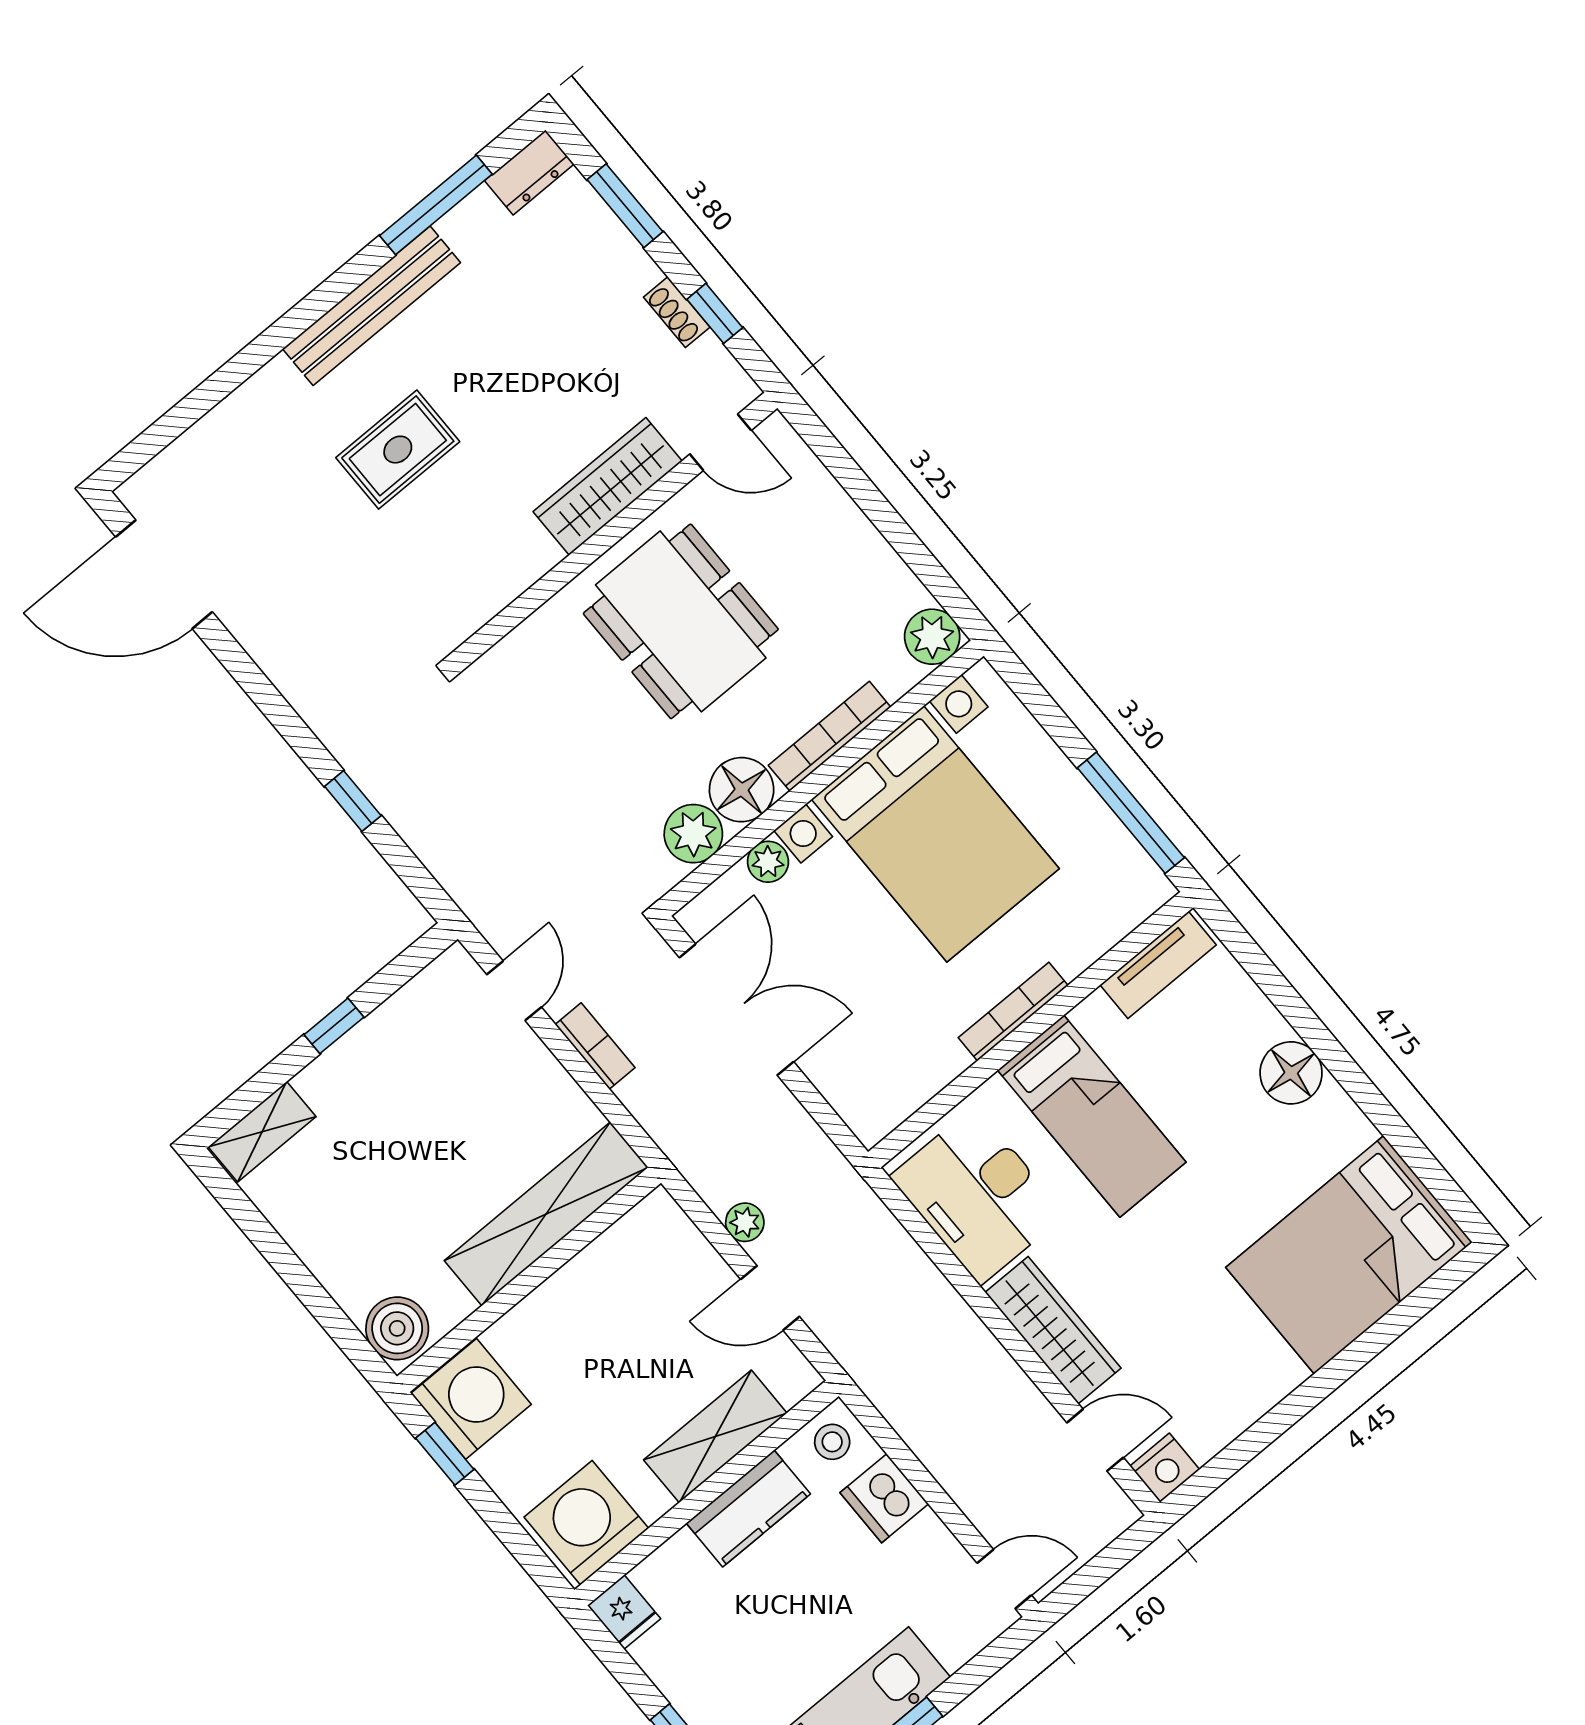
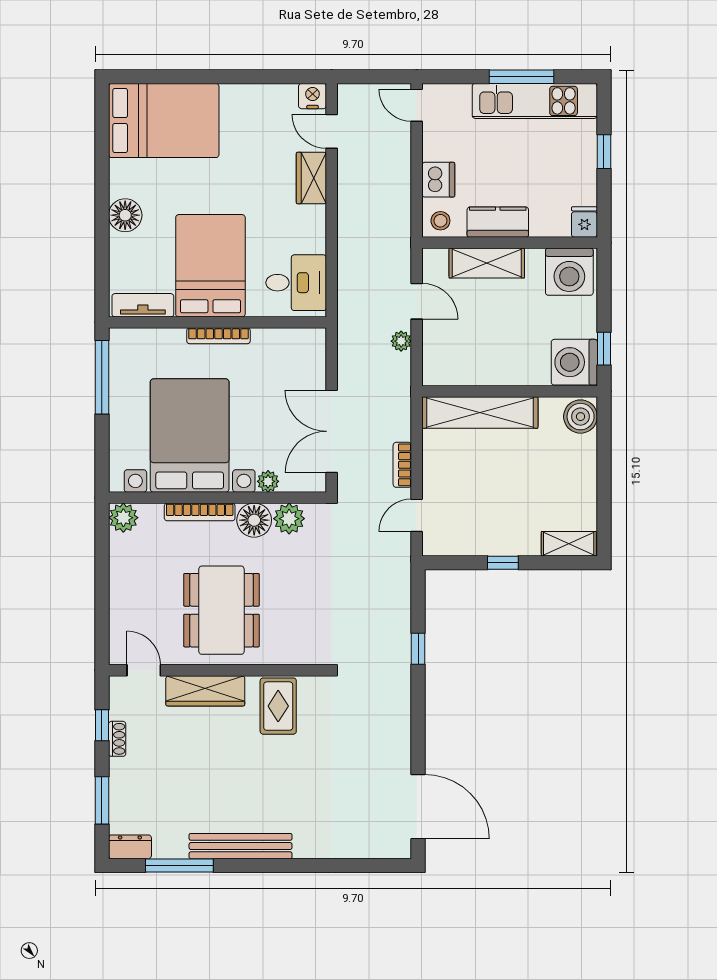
rug: (398, 450) -> (278, 706), moved, turned 90
bed: (1092, 1116) -> (210, 266), width x1.50
desk: (978, 1196) -> (296, 283), width x0.73
wardrobe: (1053, 1330) -> (311, 178), width x0.67

